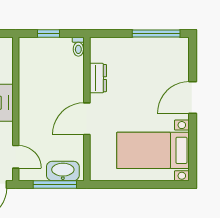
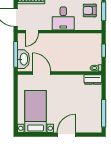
dresser: (98, 78) -> (93, 79), moved
door: (193, 97) -> (66, 135), hinge flipped
door: (87, 119) -> (42, 73), moved

